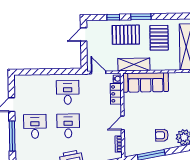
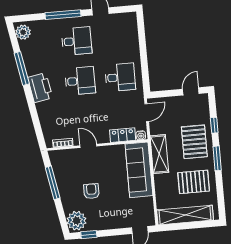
door: (84, 34) -> (191, 91), hinge flipped
armchair: (162, 135) -> (91, 191), moved

